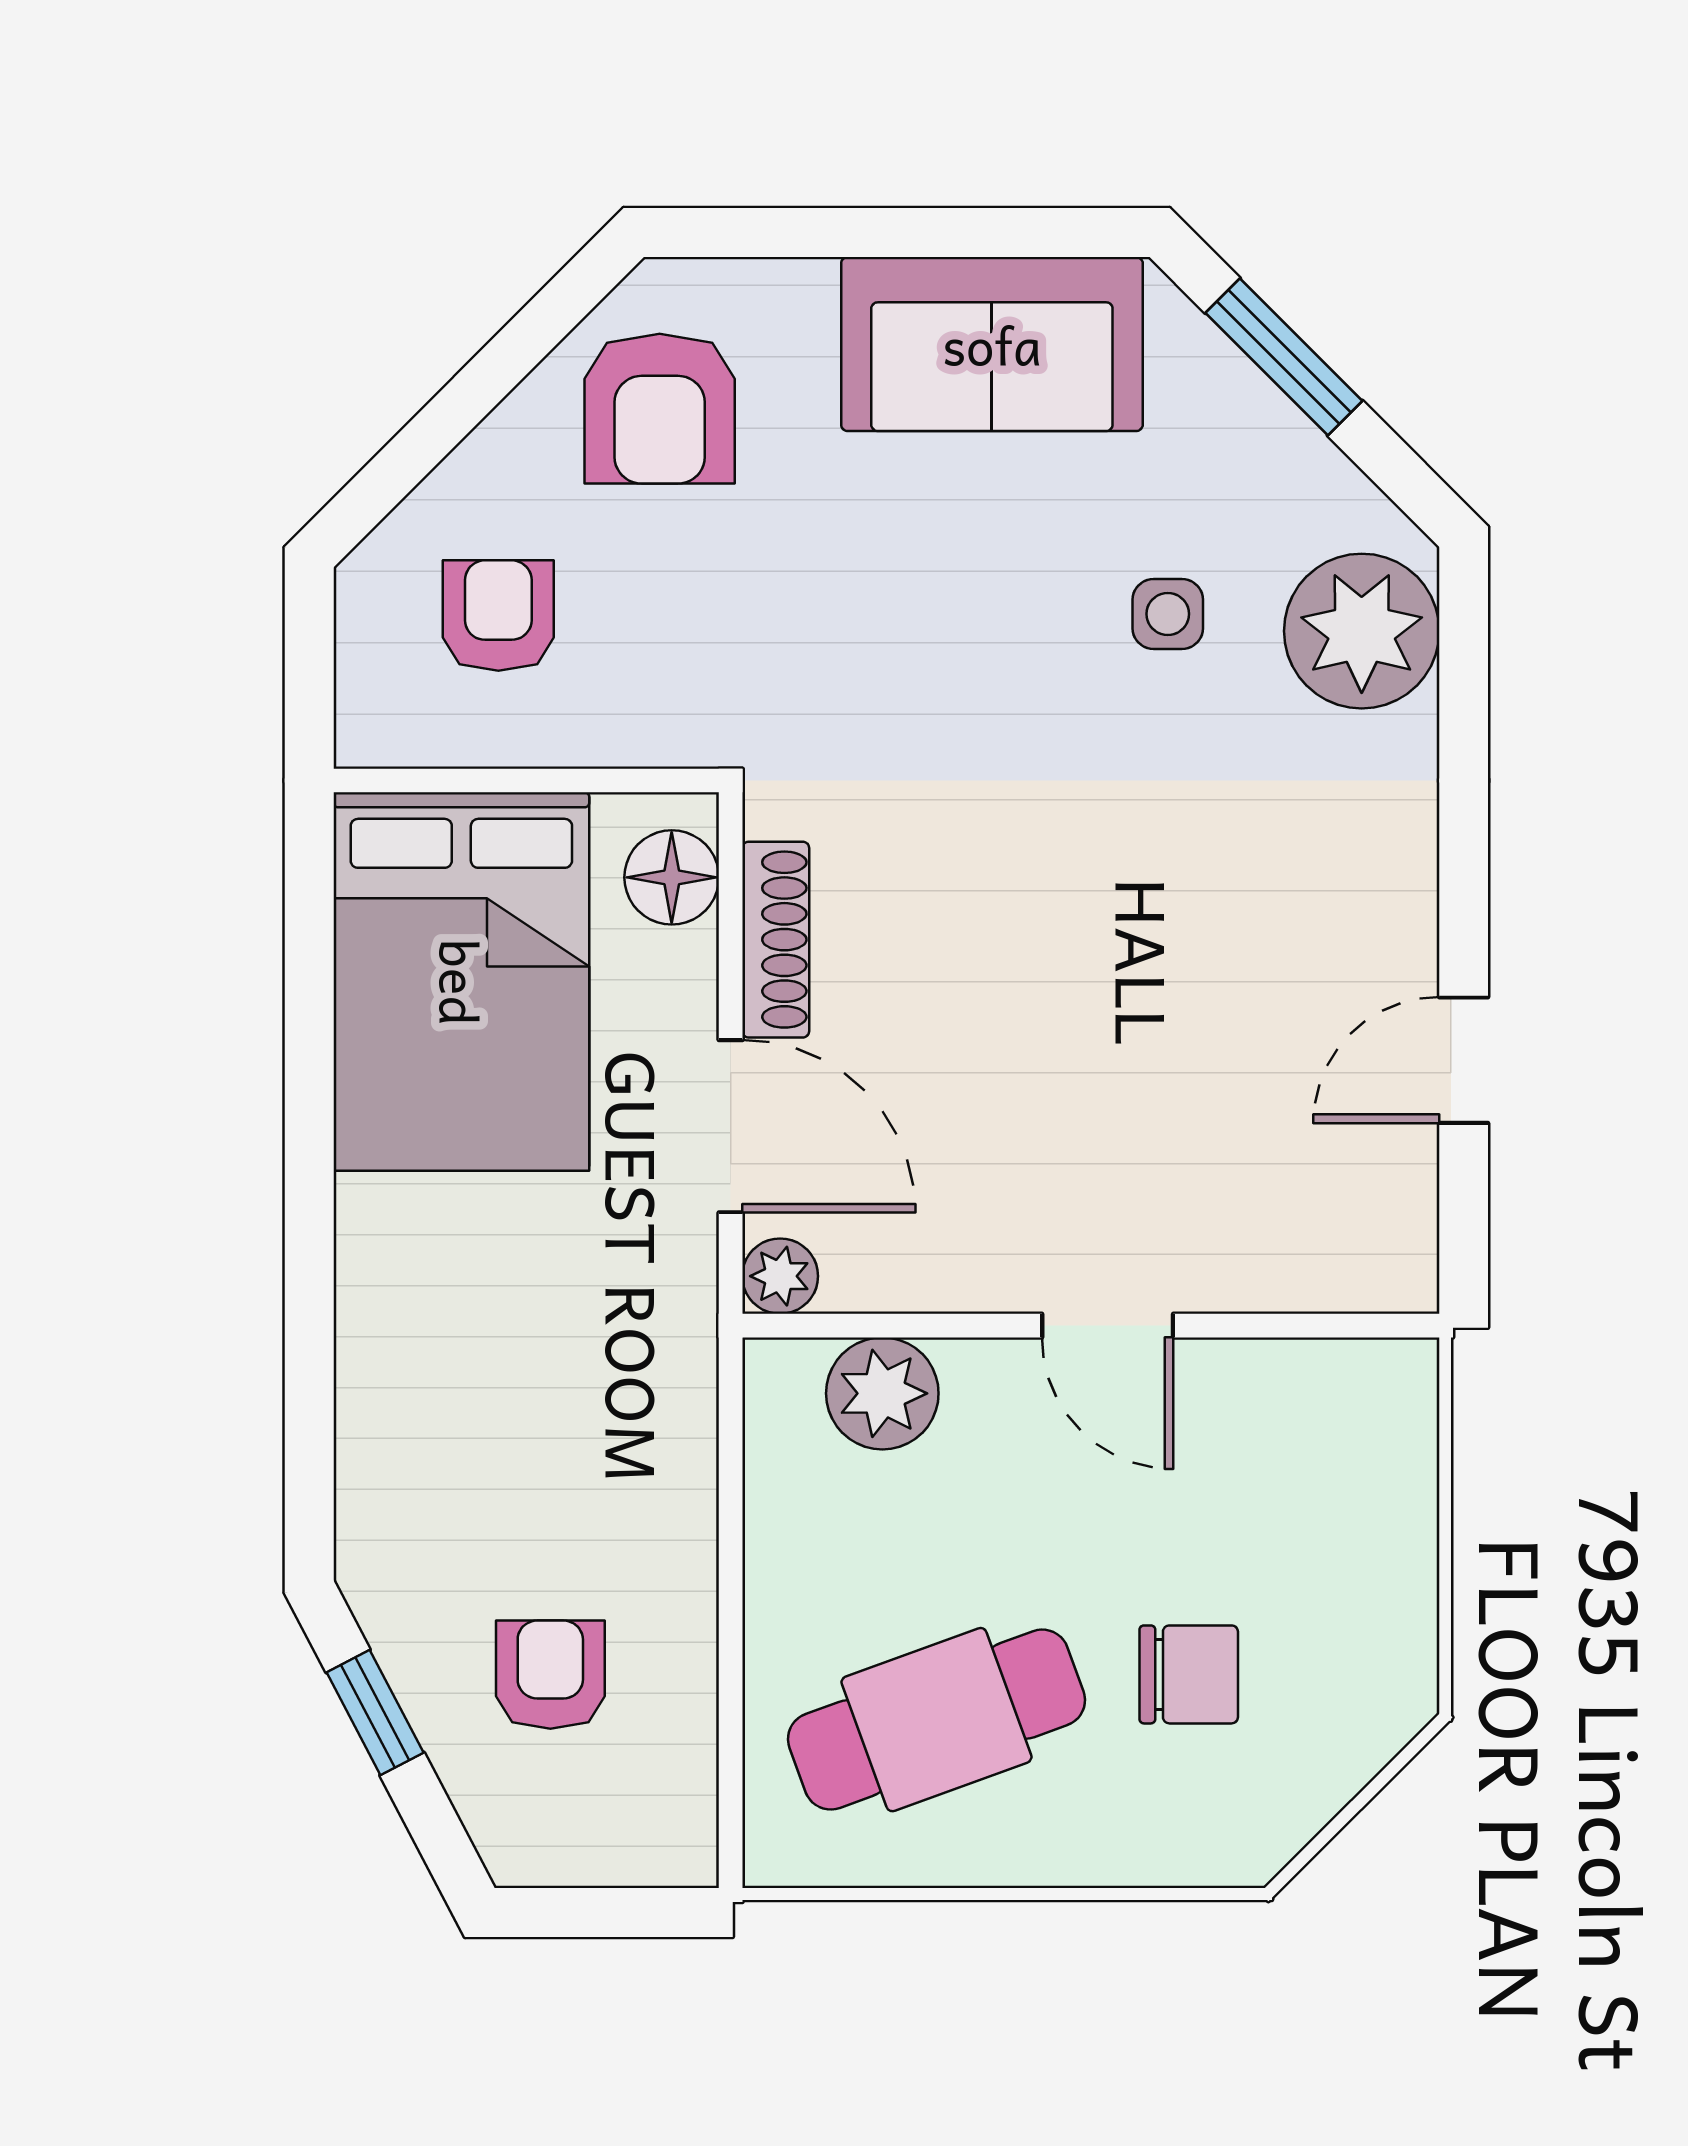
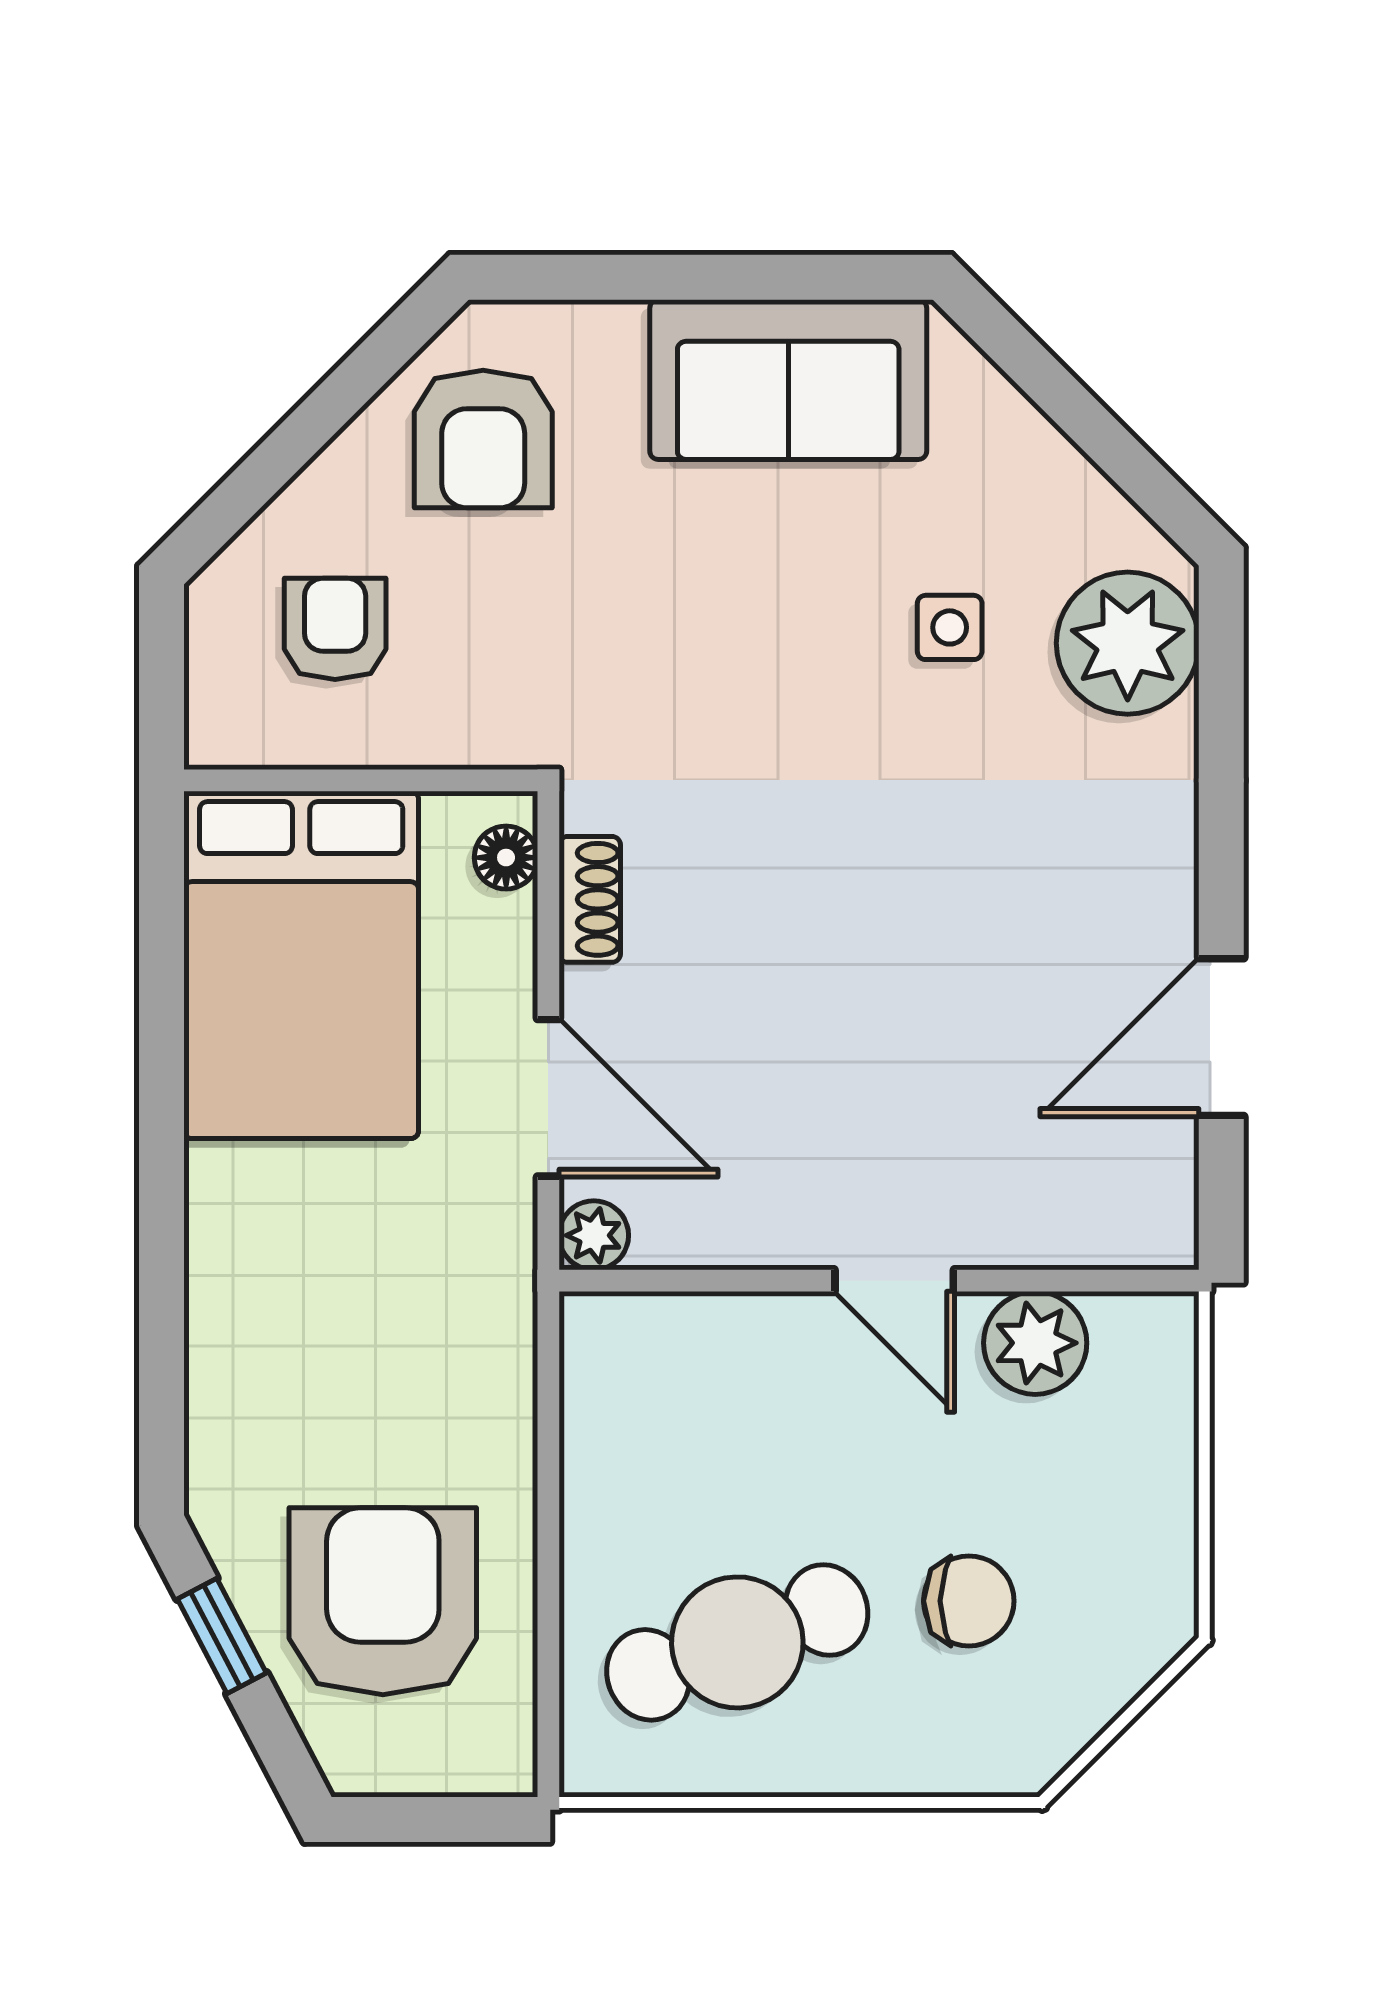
window: (1284, 357) -> (1056, 391), removed
floor lamp: (672, 877) -> (506, 858), width x0.73, depth x0.73
shoe rack: (776, 940) -> (590, 899), width x0.70
door: (1464, 1060) -> (1221, 1037), width x1.38
plant: (882, 1393) -> (1035, 1343), moved
armchair: (550, 1675) -> (383, 1601), width x1.88, depth x1.88

